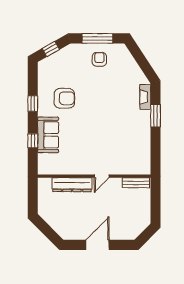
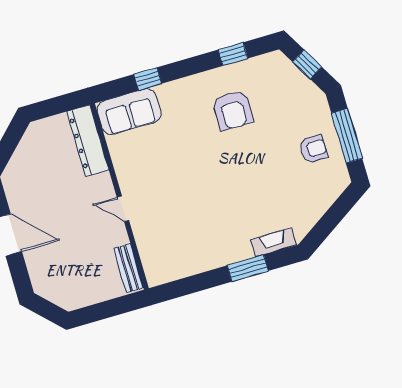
window: (33, 103) -> (233, 54), moved
sofa: (48, 135) -> (129, 112), moved
dresser: (72, 185) -> (88, 141), moved

